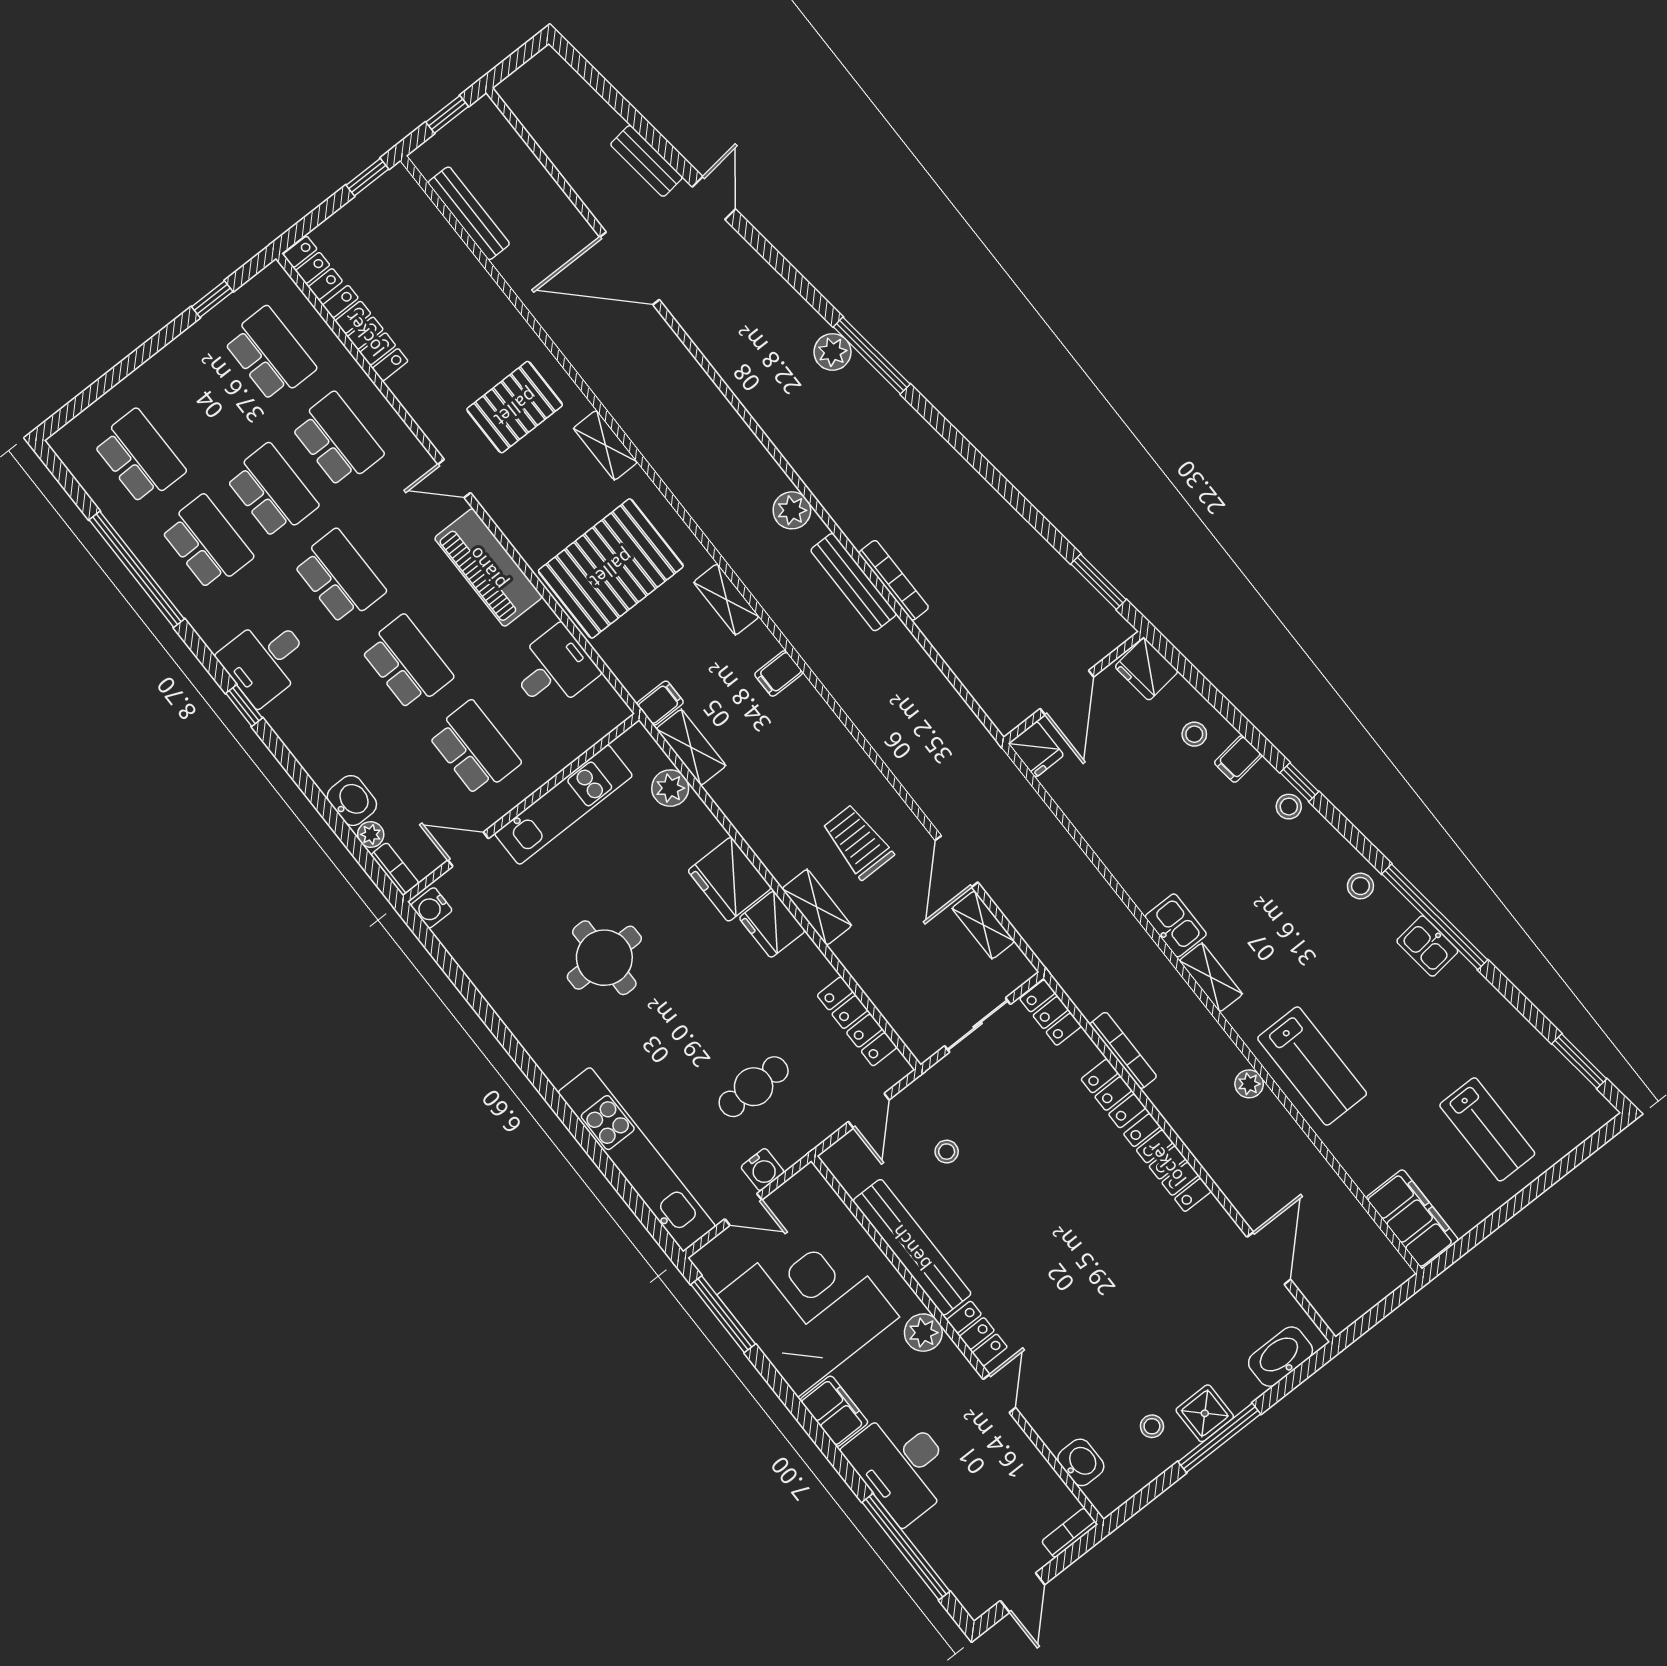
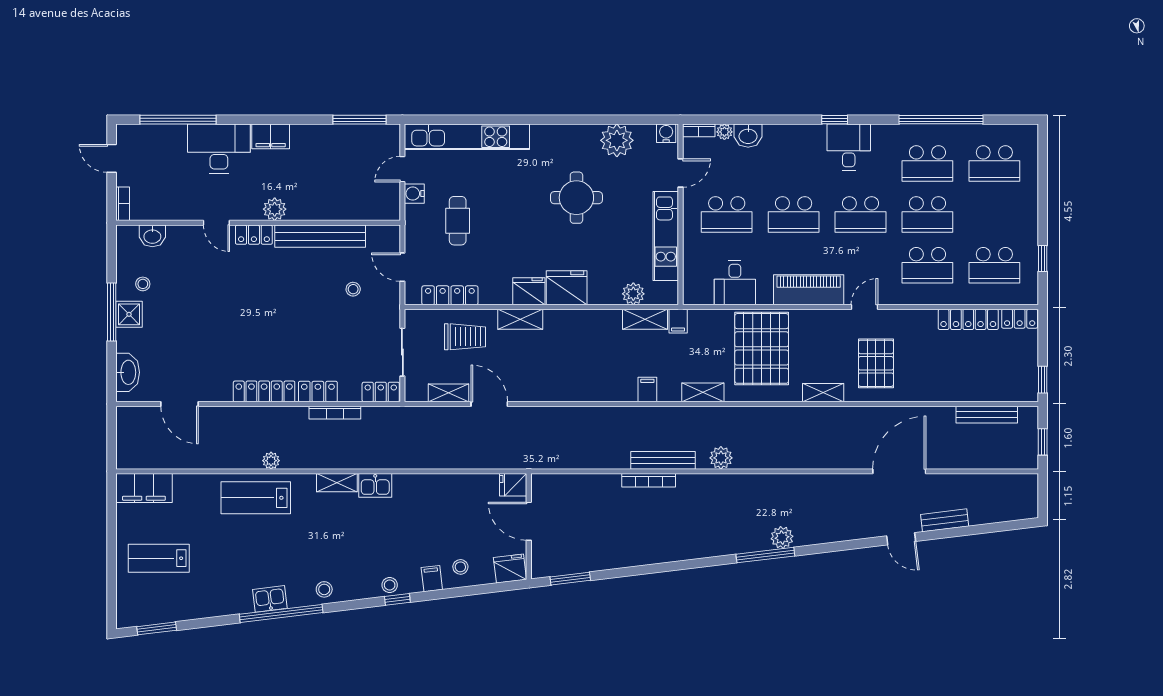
trolley: (858, 842) -> (465, 337), moved
plant: (490, 964) -> (617, 140), added
corner desk: (808, 1306) -> (331, 164), removed

